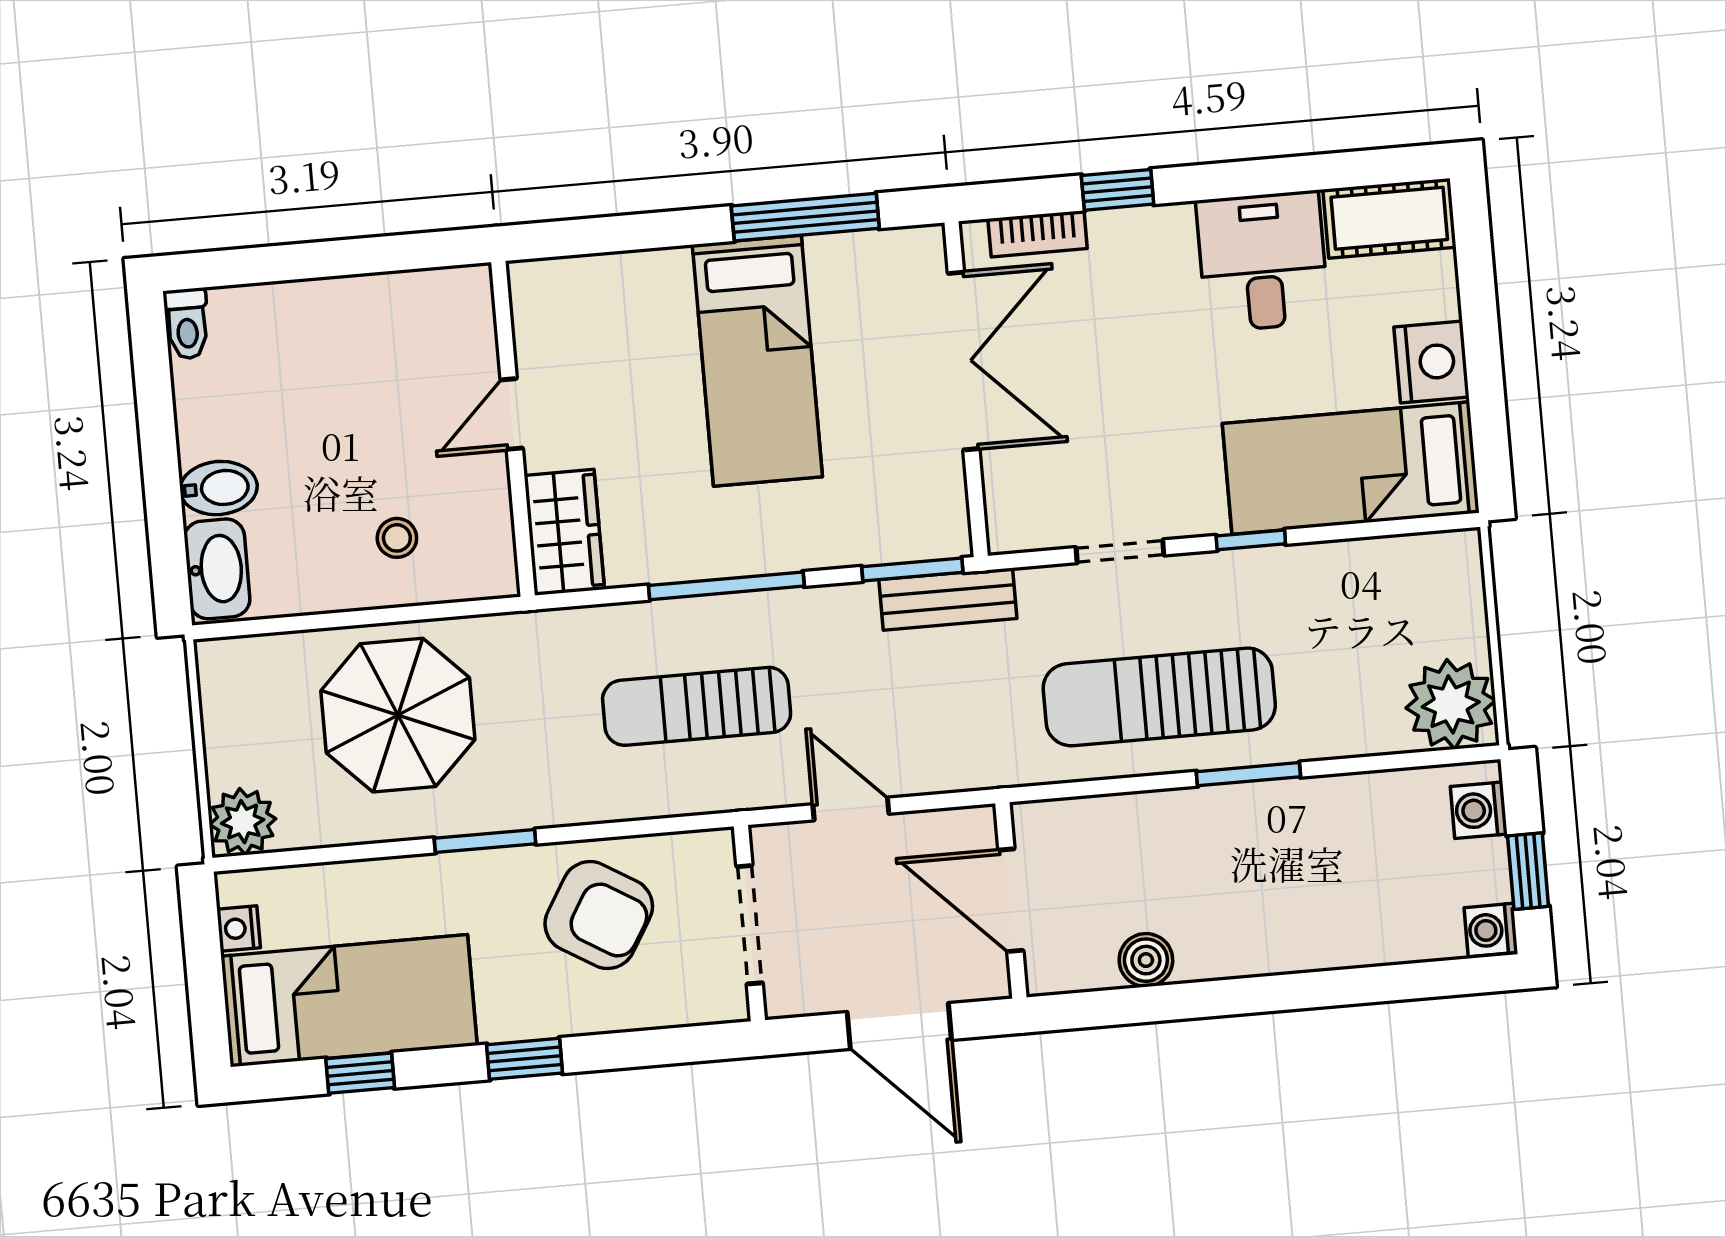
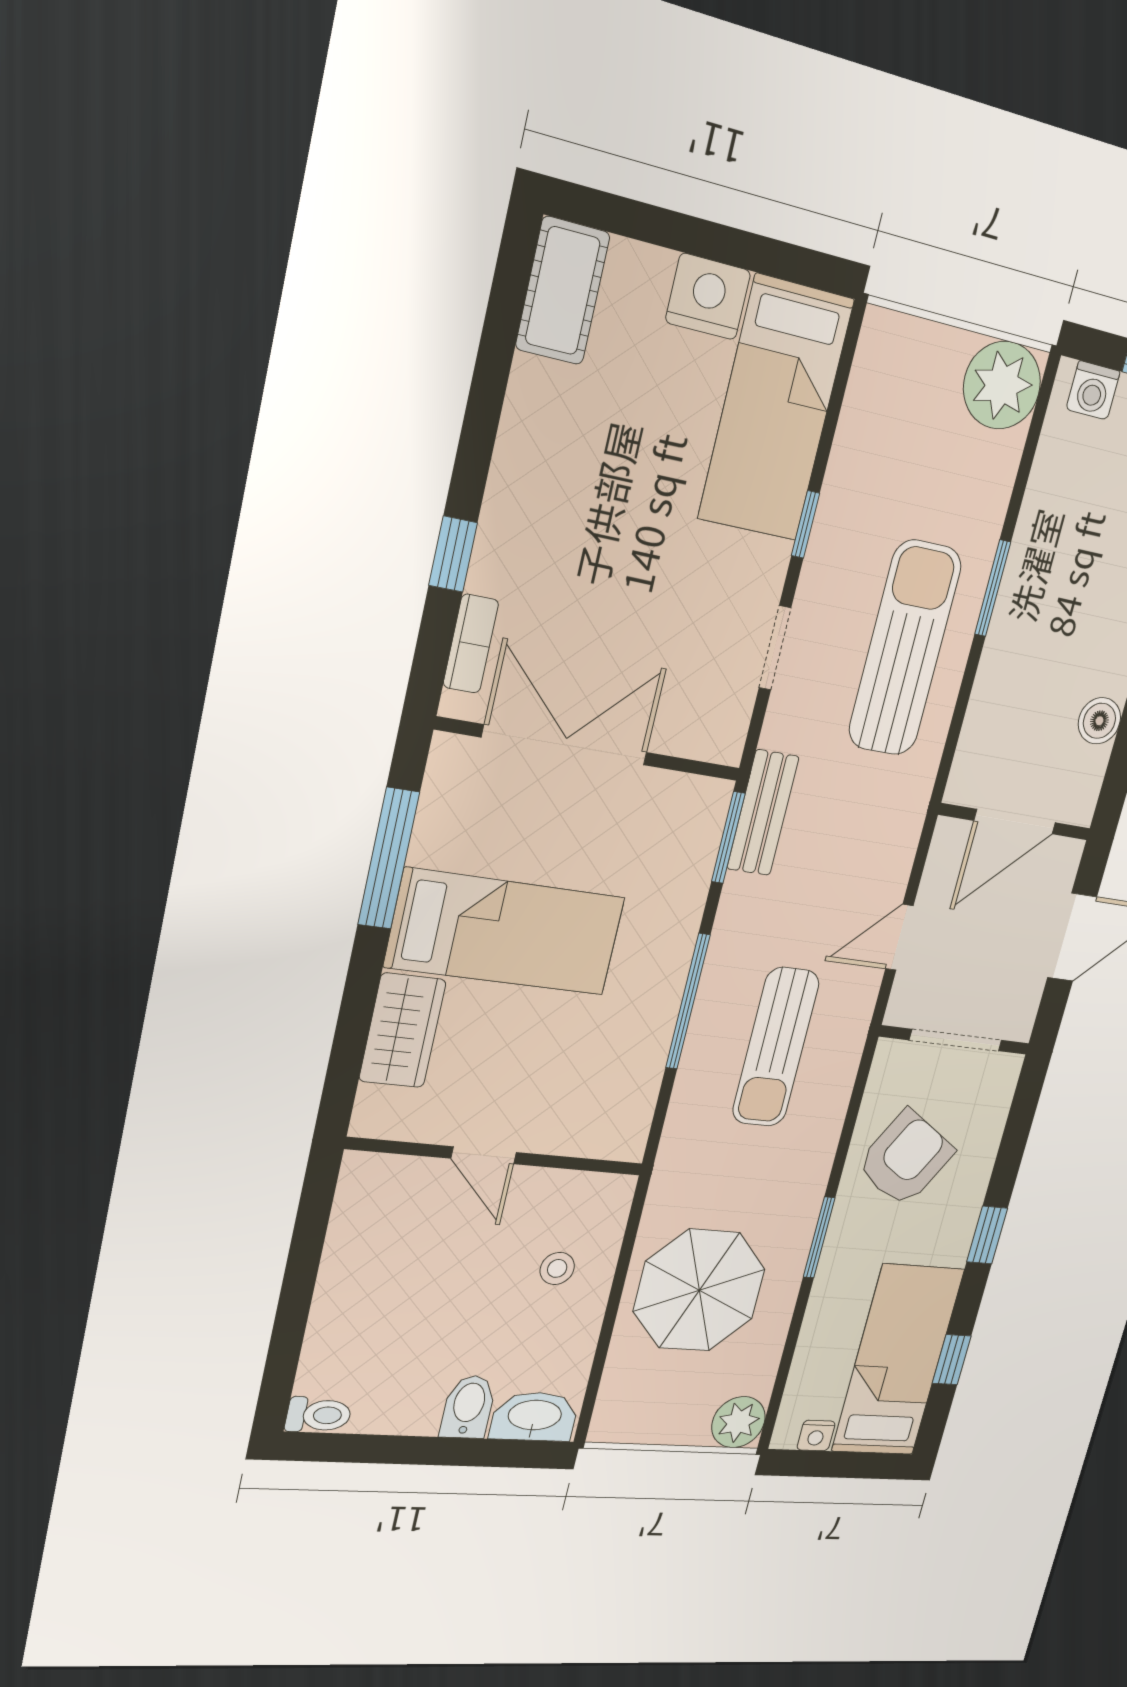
desk: (1263, 261) -> (564, 432), removed
wardrobe: (564, 532) -> (402, 1030), moved, turned 90
sun lounger: (1159, 697) -> (905, 648), turned 180

